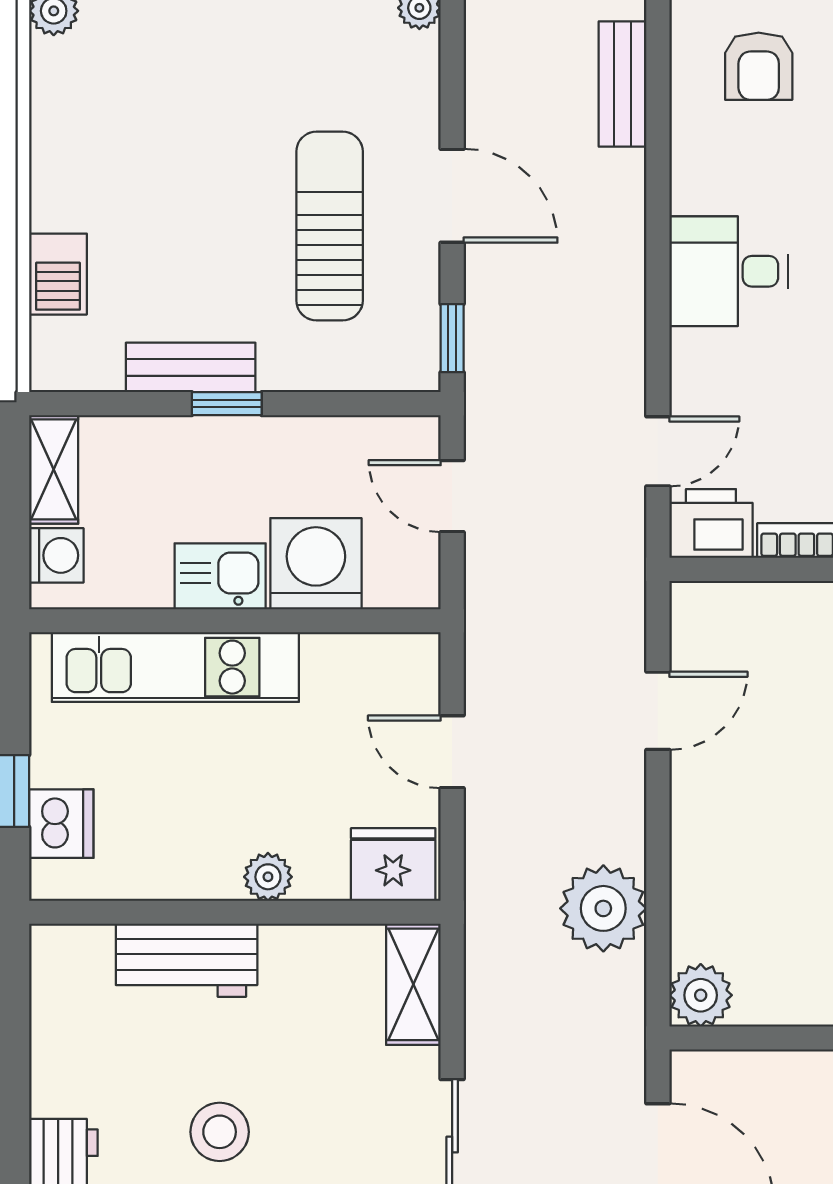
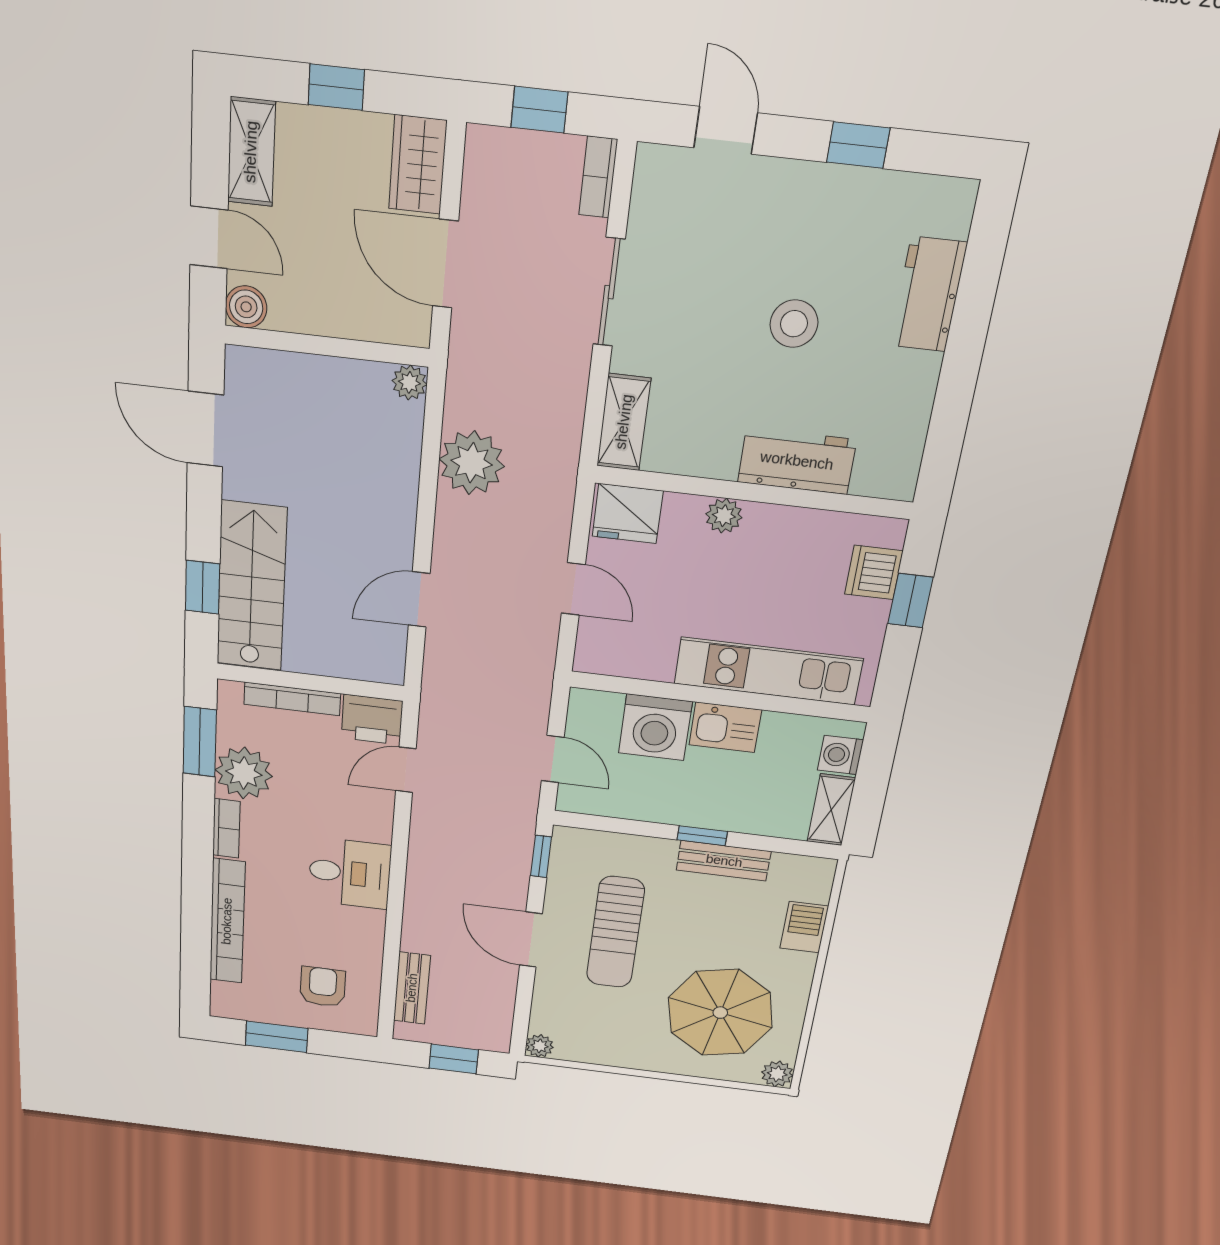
parasol: (156, 109) -> (720, 1013), added
plant: (701, 995) -> (409, 382), width x0.73, depth x0.73

